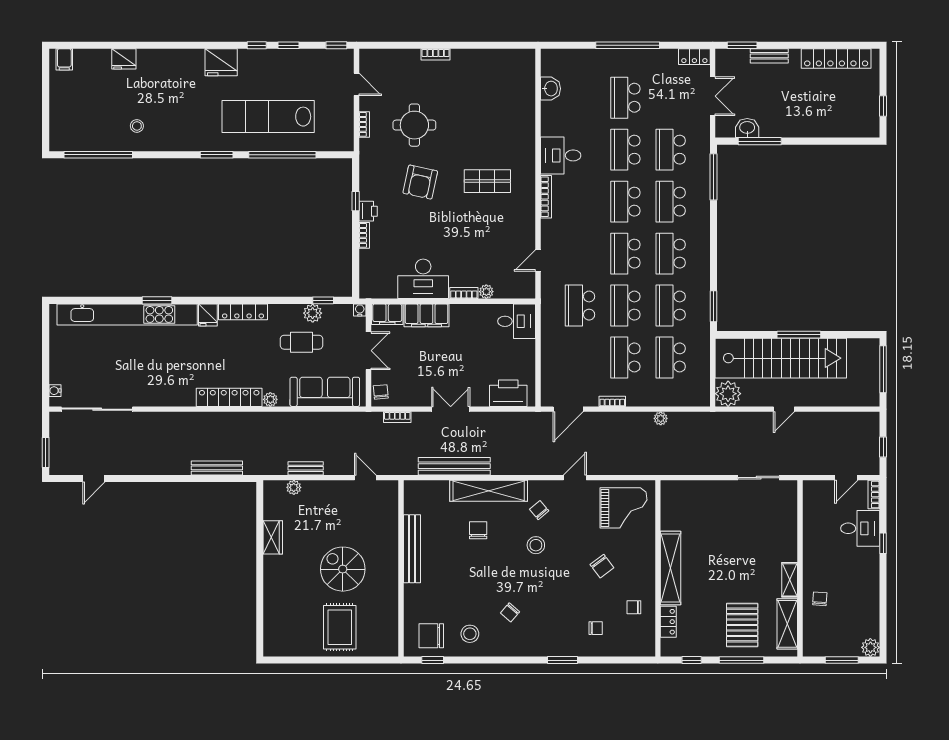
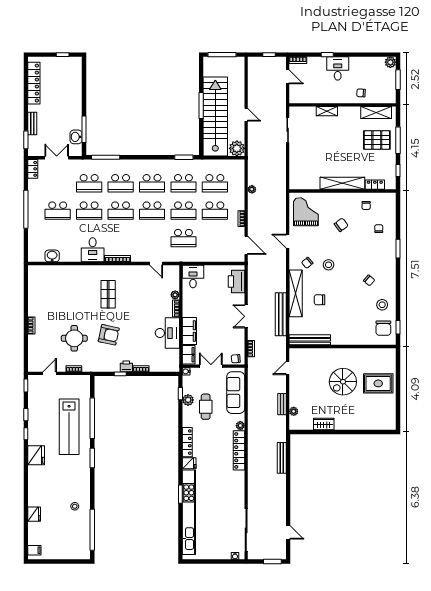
desk: (860, 528) -> (338, 68), moved
bench: (412, 549) -> (310, 340), moved
shelving: (790, 580) -> (327, 111), moved

